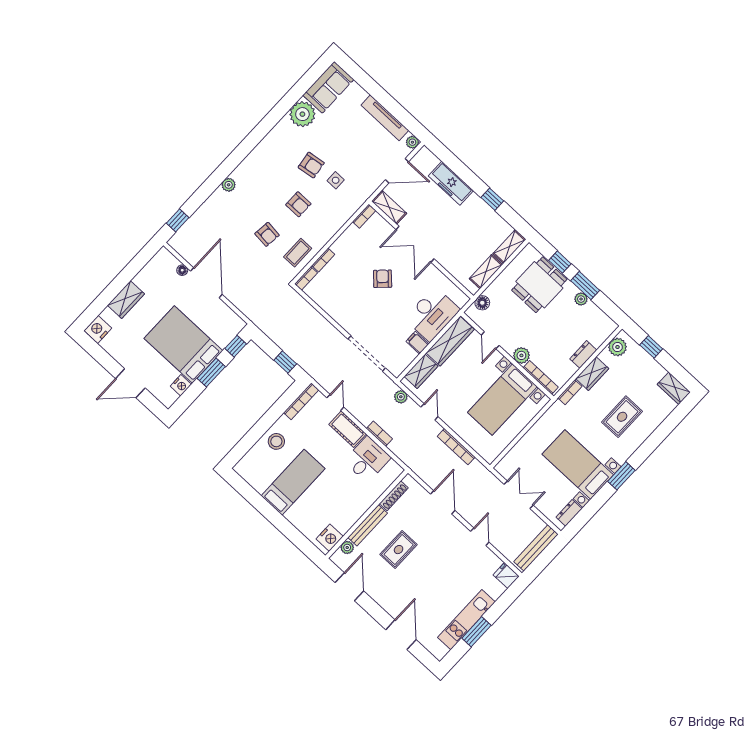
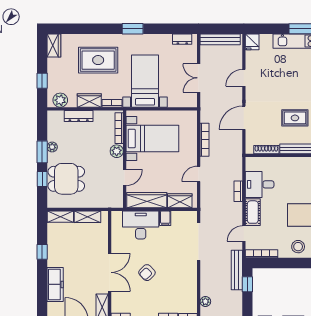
floor lamp: (482, 303) -> (107, 202), removed
dresser: (583, 354) -> (79, 116), width x1.44
bench: (308, 365) -> (237, 270), added
plant: (401, 397) -> (205, 302), moved
rug: (622, 417) -> (98, 60), width x1.36, depth x1.43
bed with nightstands: (578, 465) -> (145, 81), moved, turned 180

